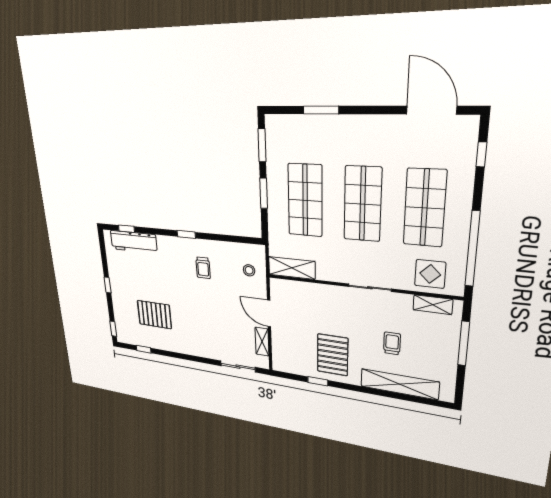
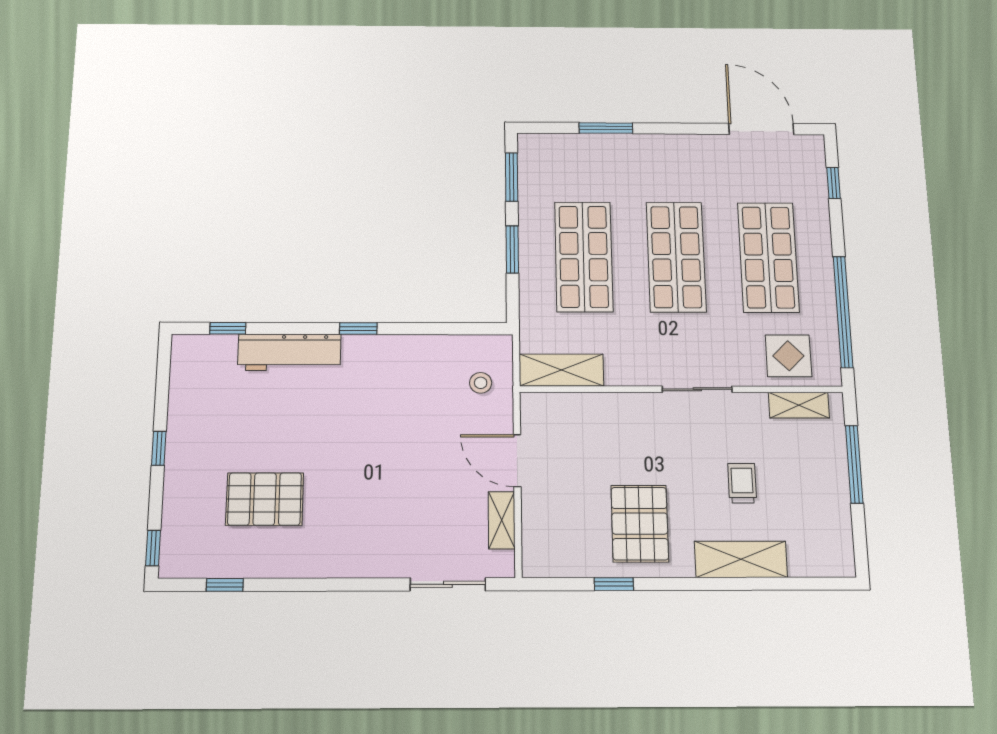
workbench: (134, 242) -> (289, 352), moved
trolley: (203, 268) -> (387, 388), removed
shelving: (399, 384) -> (741, 559), width x0.68

